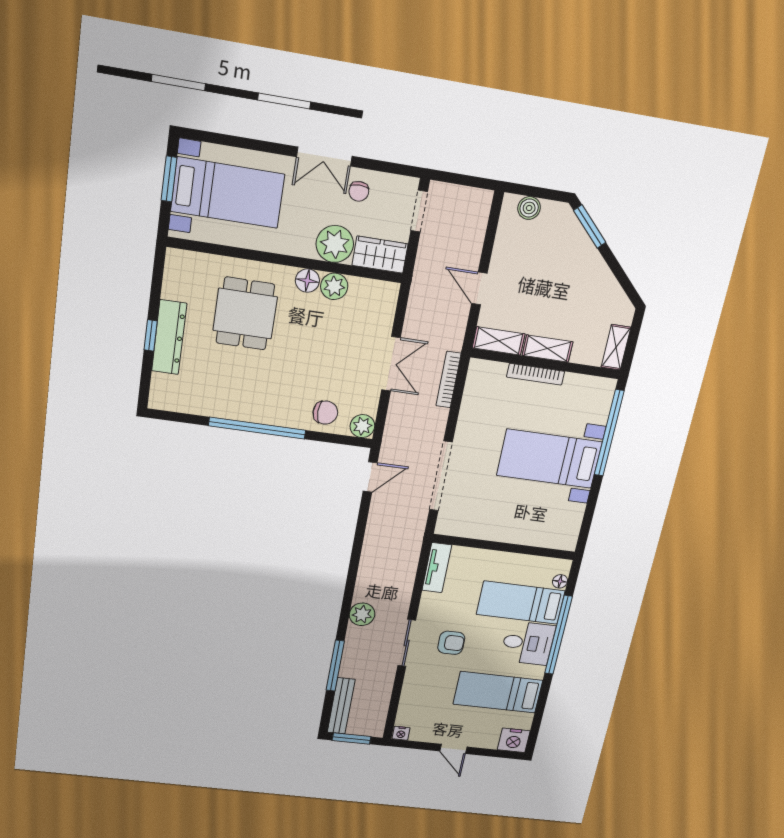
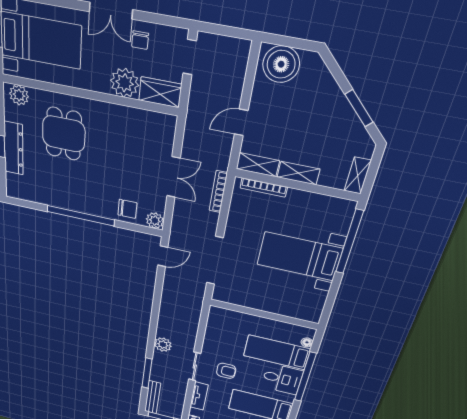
boiler: (529, 208) -> (281, 64), width x1.86, depth x1.86
window: (590, 226) -> (359, 108), moved
floor lamp: (307, 281) -> (106, 111), removed
plant: (334, 286) -> (19, 95), moved
door: (479, 289) -> (241, 122), hinge flipped
bookcase: (536, 374) -> (264, 187), moved
tv unit: (437, 568) -> (199, 396), moved

